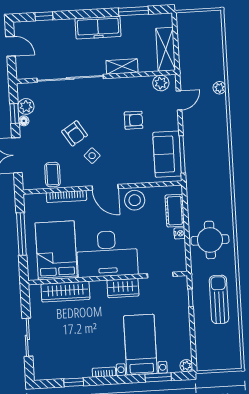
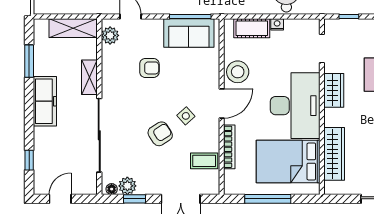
armchair: (134, 120) -> (149, 68), turned 90
floor lamp: (24, 121) -> (112, 189), moved

